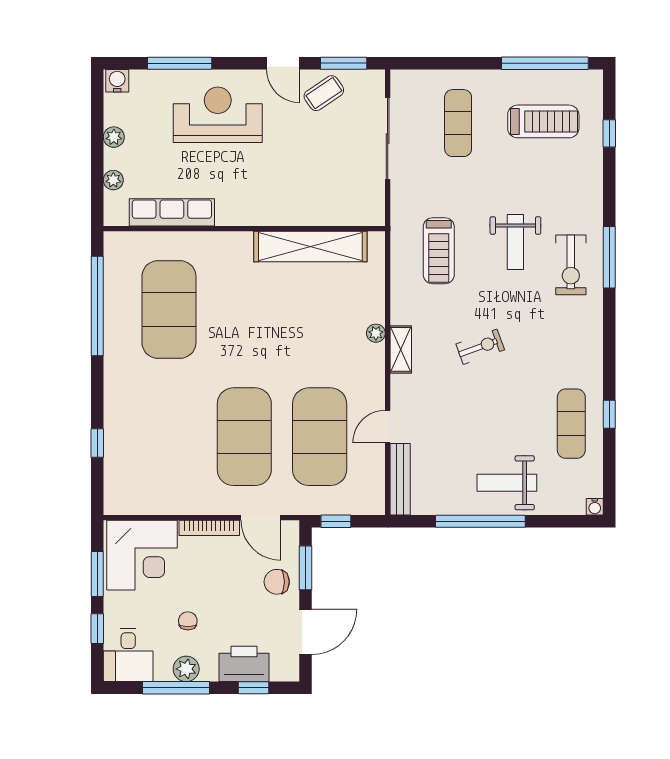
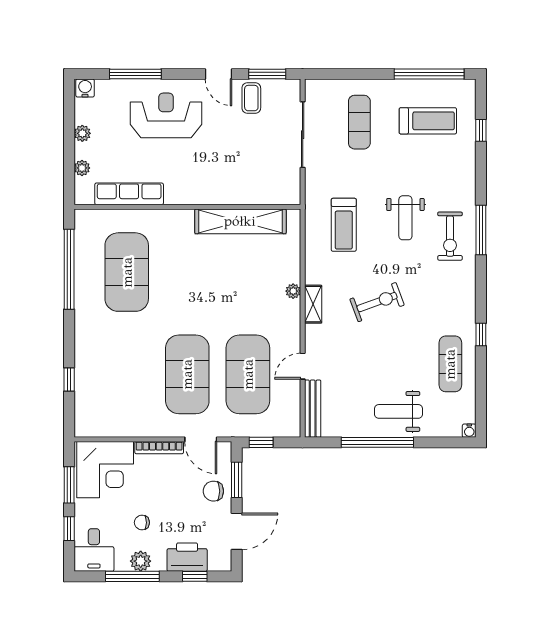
coffee table: (324, 93) -> (251, 98), turned -56
exercise bike: (480, 347) -> (377, 302), width x1.38, depth x1.39
window: (609, 414) -> (481, 335), moved
chair: (188, 621) -> (142, 523), turned -90

